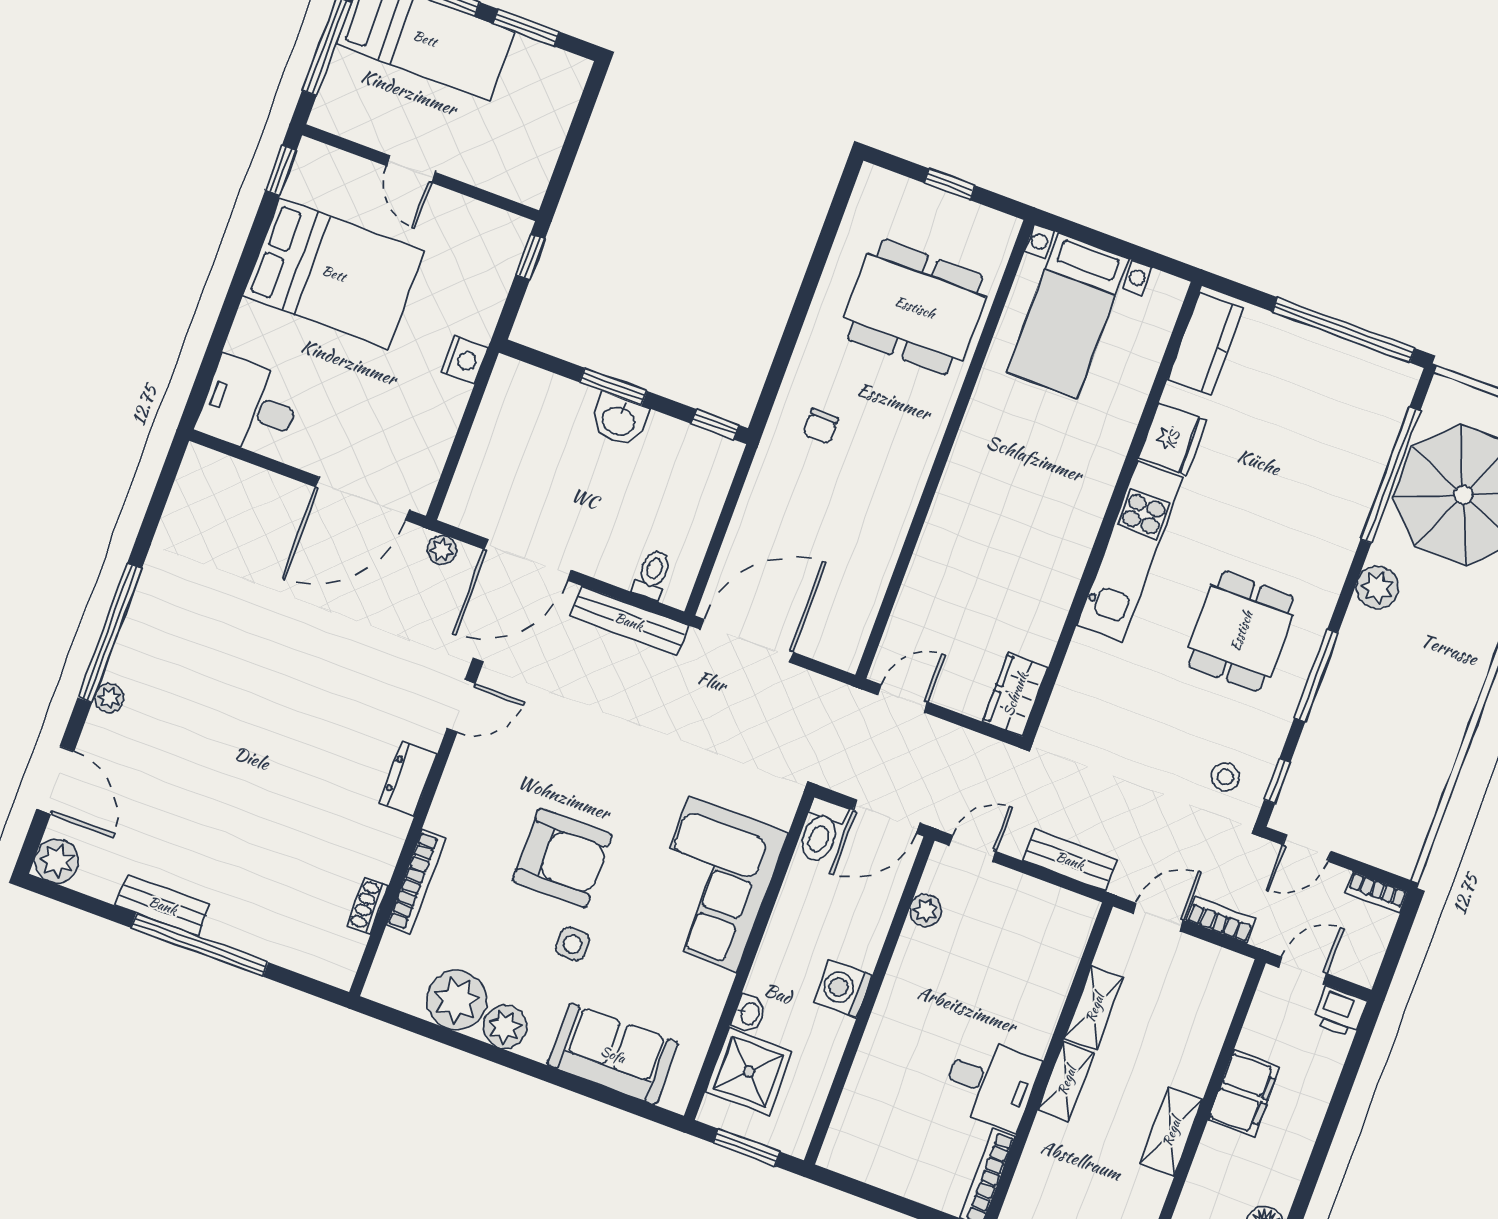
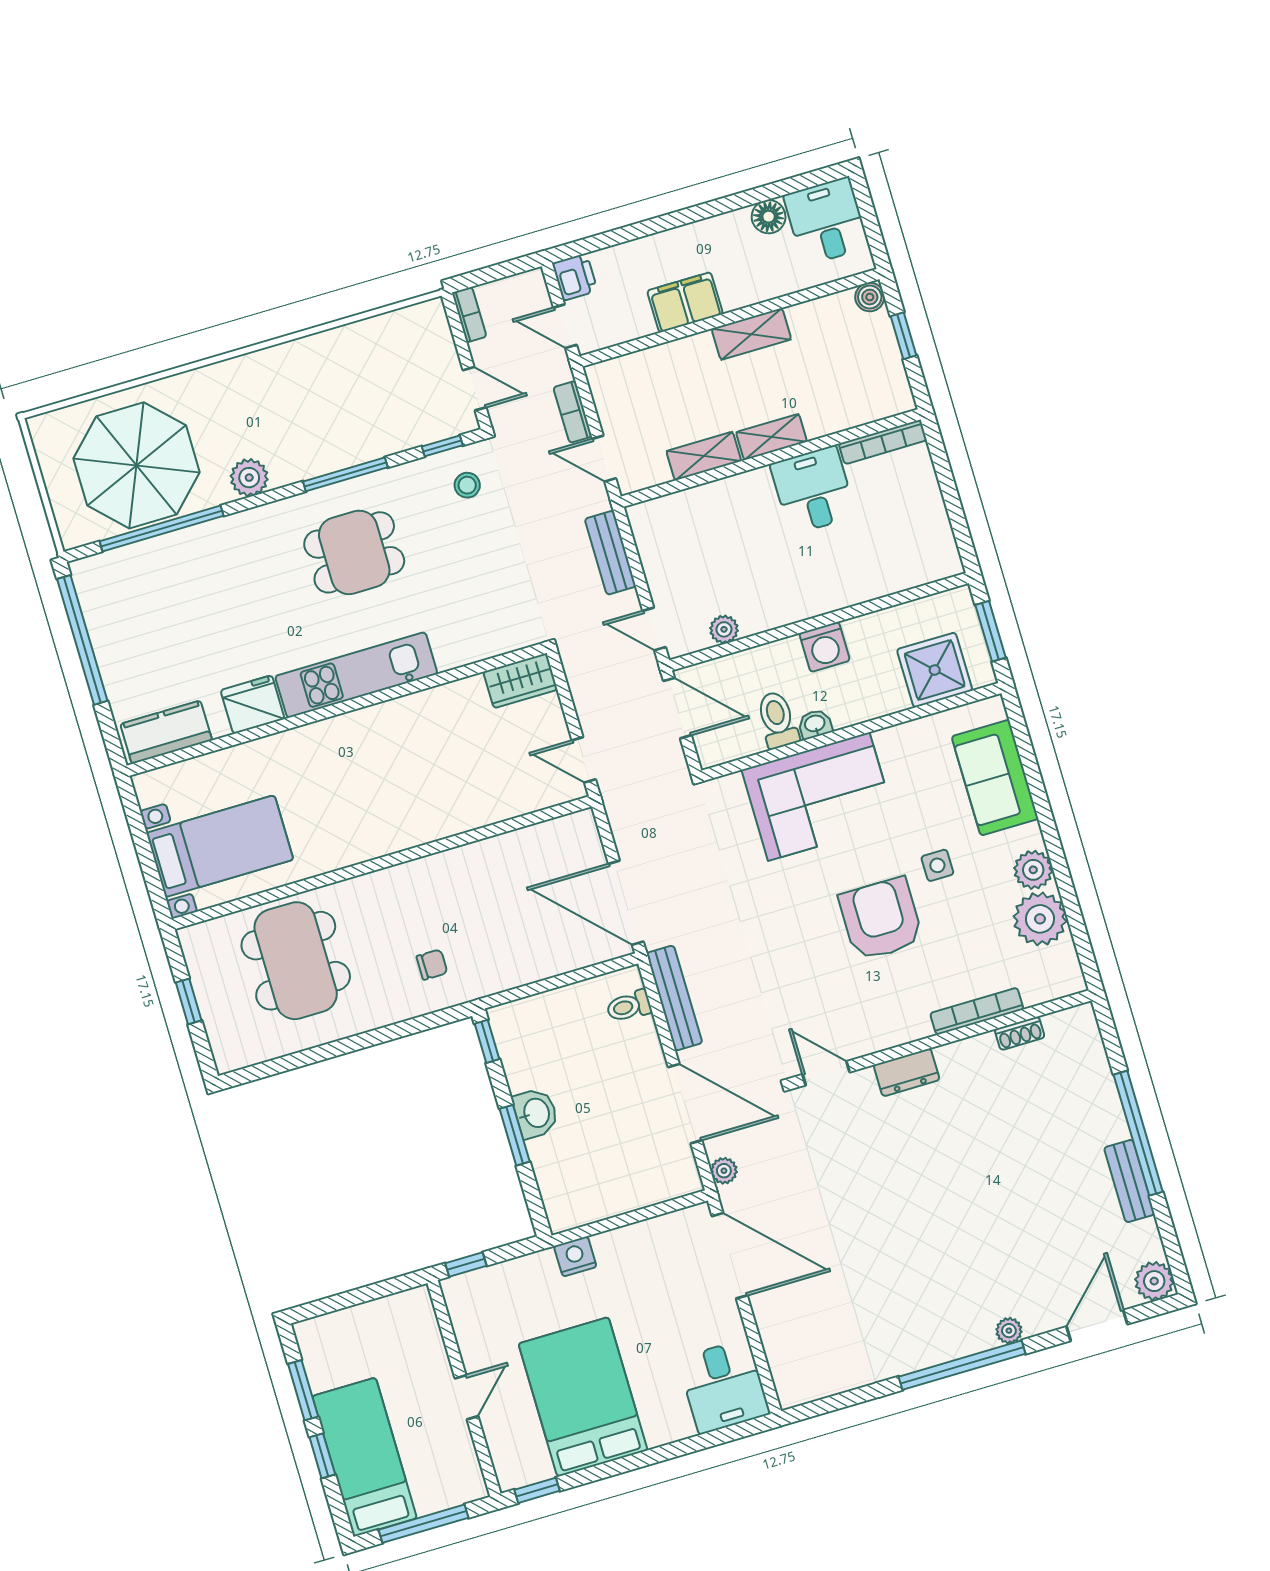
toilet: (821, 831) -> (777, 720), moved, turned -90
washbasin: (749, 1014) -> (815, 724), moved

